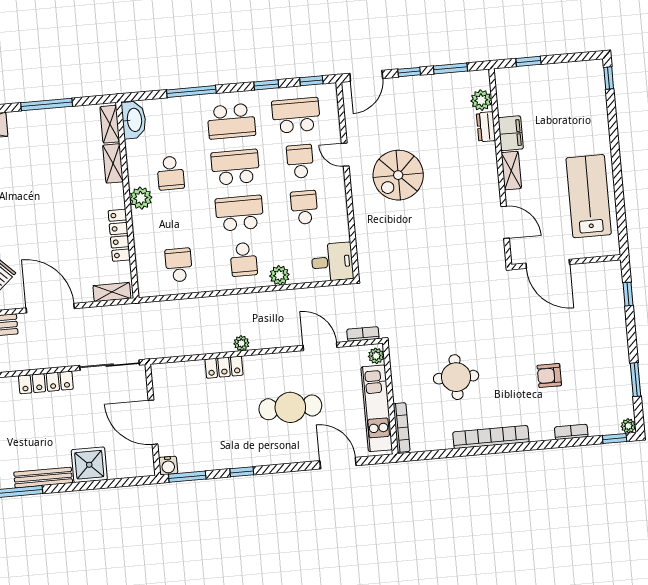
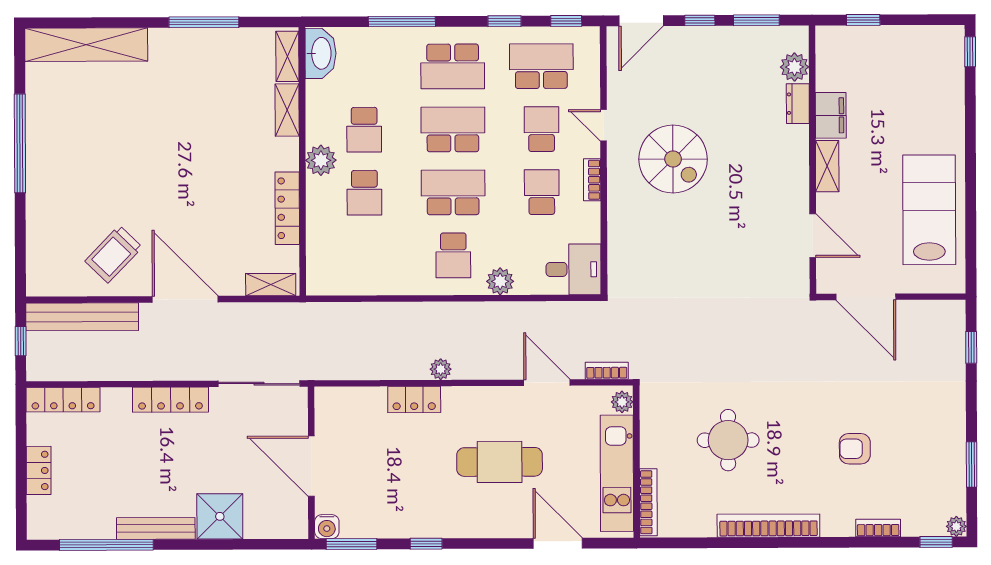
spiral stairs: (398, 175) -> (673, 159), turned -90
bookcase: (340, 195) -> (592, 180), added
school desk: (179, 265) -> (364, 193), moved, turned 180

